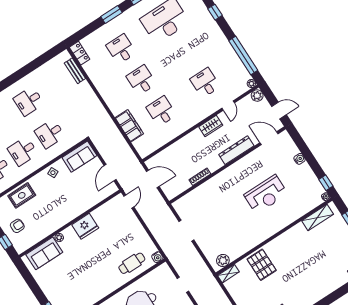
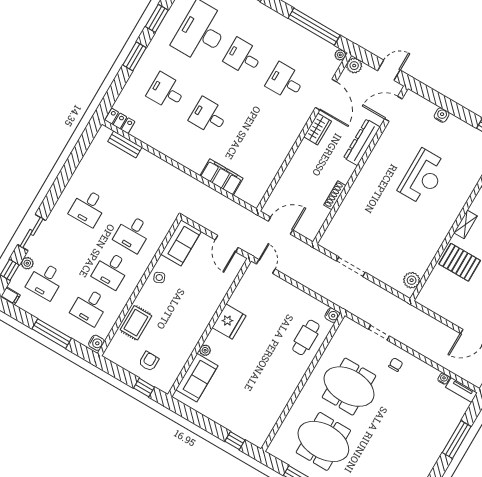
door: (228, 106) -> (326, 95), width x1.88
desk: (161, 111) -> (243, 57), moved
shelving: (228, 274) -> (466, 224), moved

